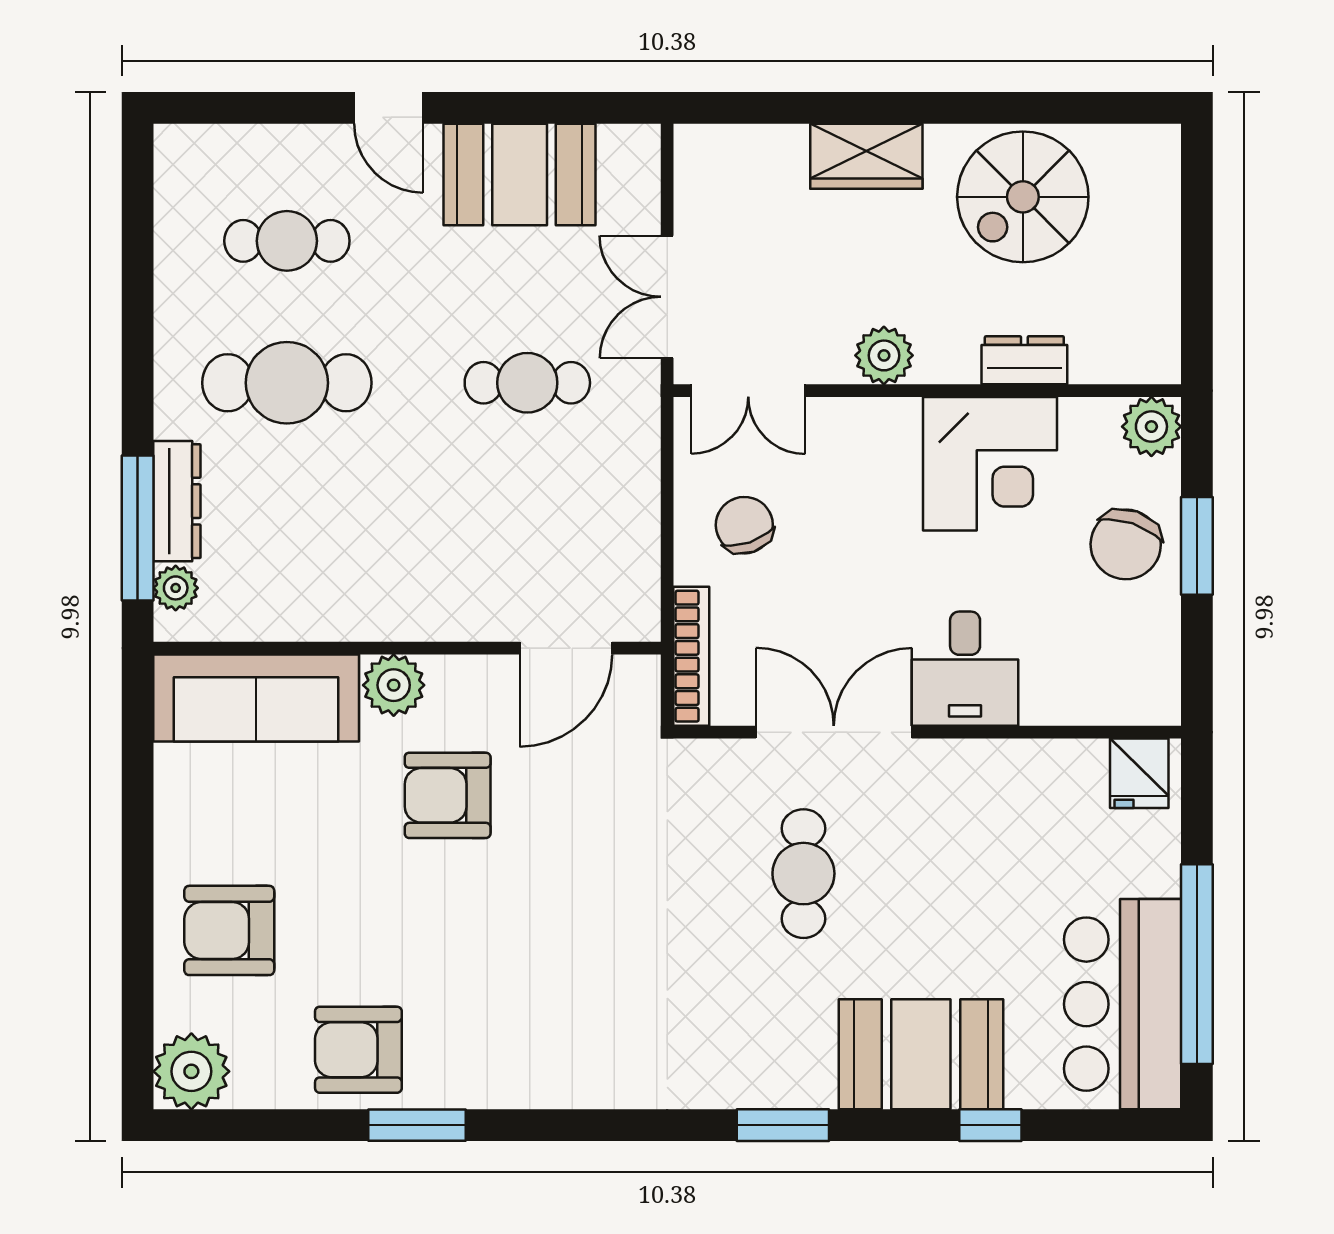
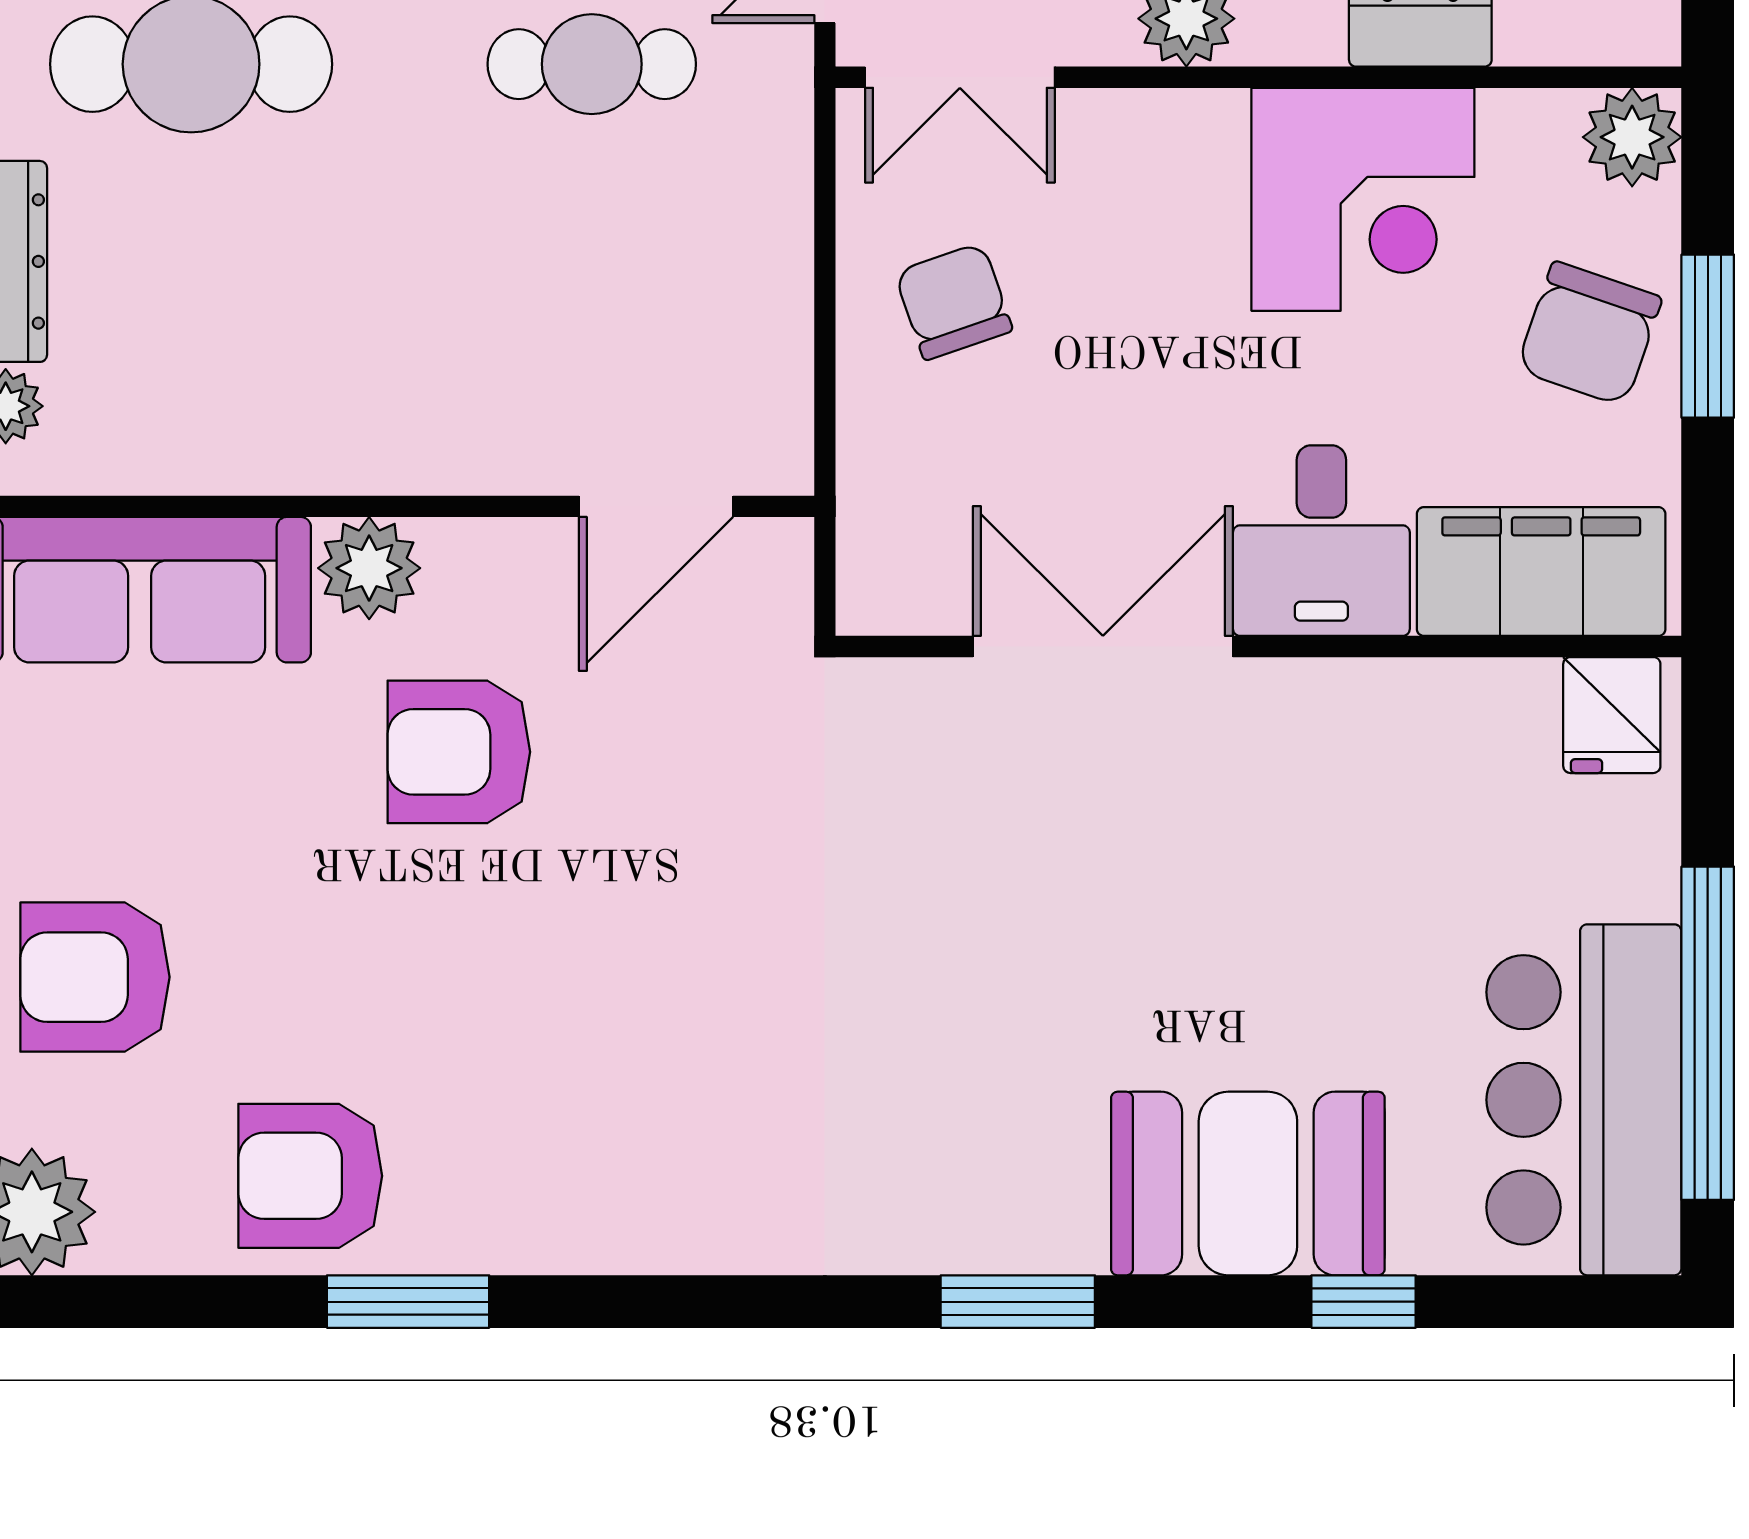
bookcase: (691, 656) -> (865, 520), removed
filing cabinet: (1097, 687) -> (1541, 572), added
cafe table: (803, 874) -> (1052, 882), removed

